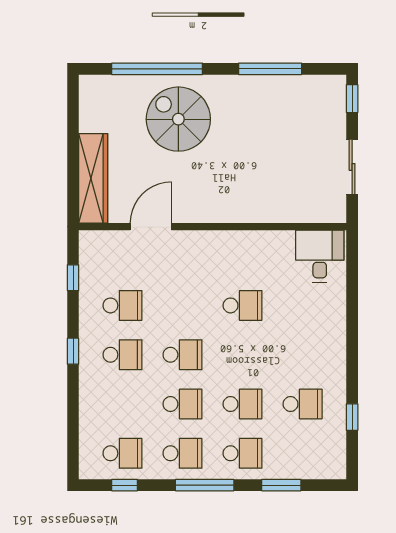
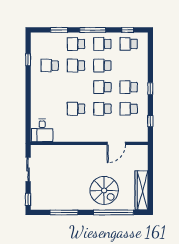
wardrobe: (93, 178) -> (141, 190), moved
school desk: (183, 305) -> (102, 109), added

